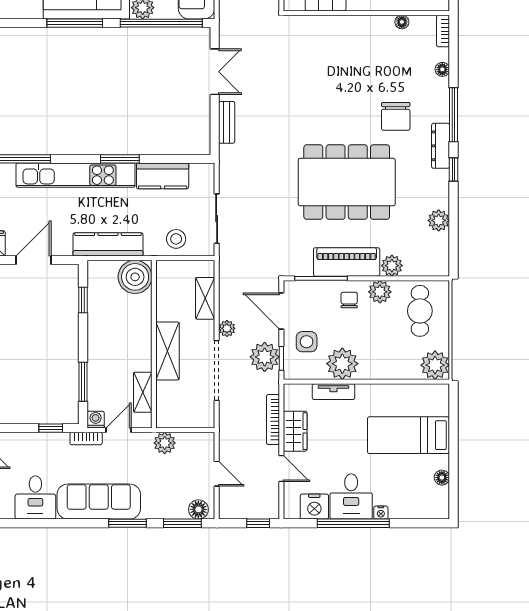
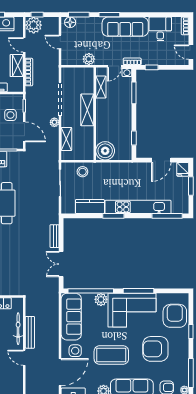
kitchen counter: (108, 244) -> (120, 169), removed
plant: (265, 357) -> (34, 25), moved

